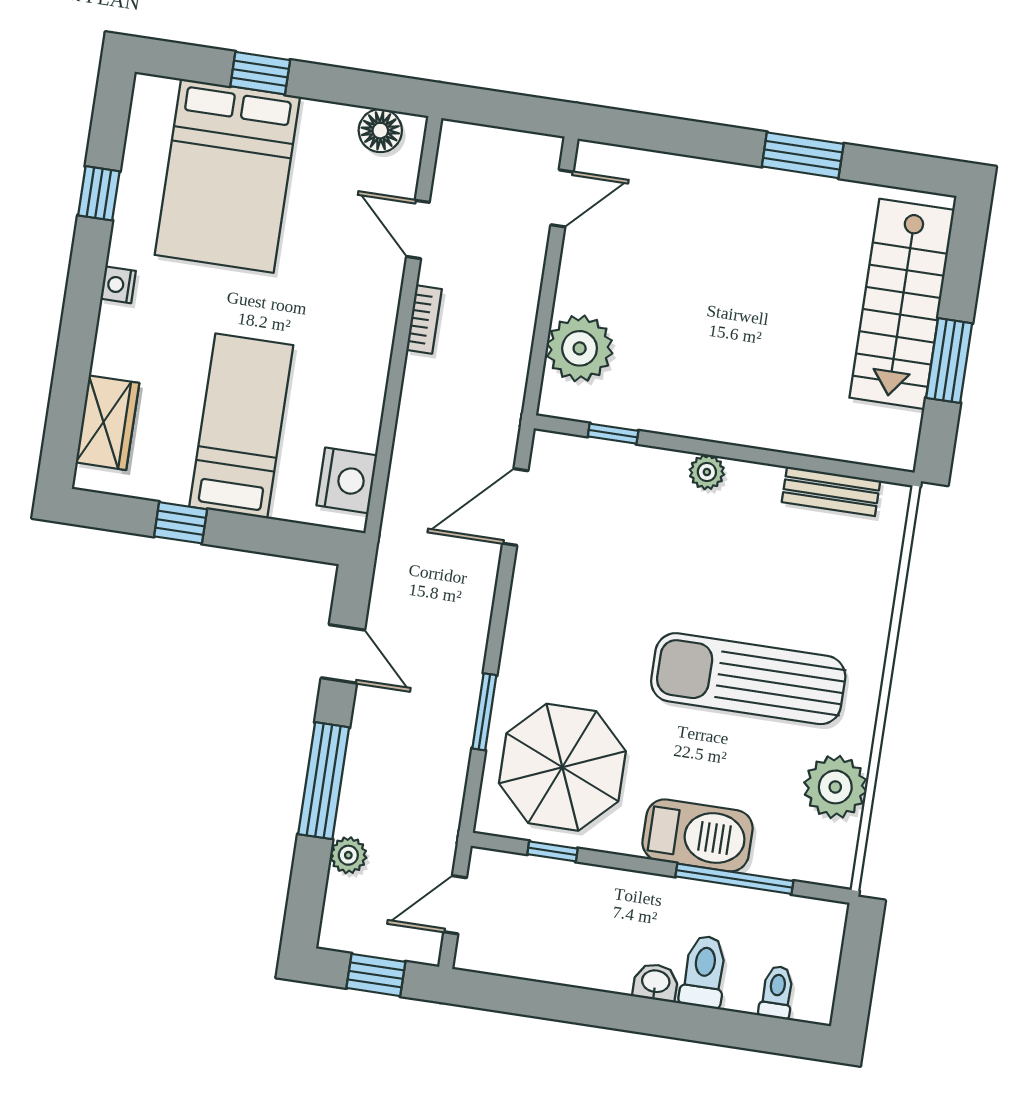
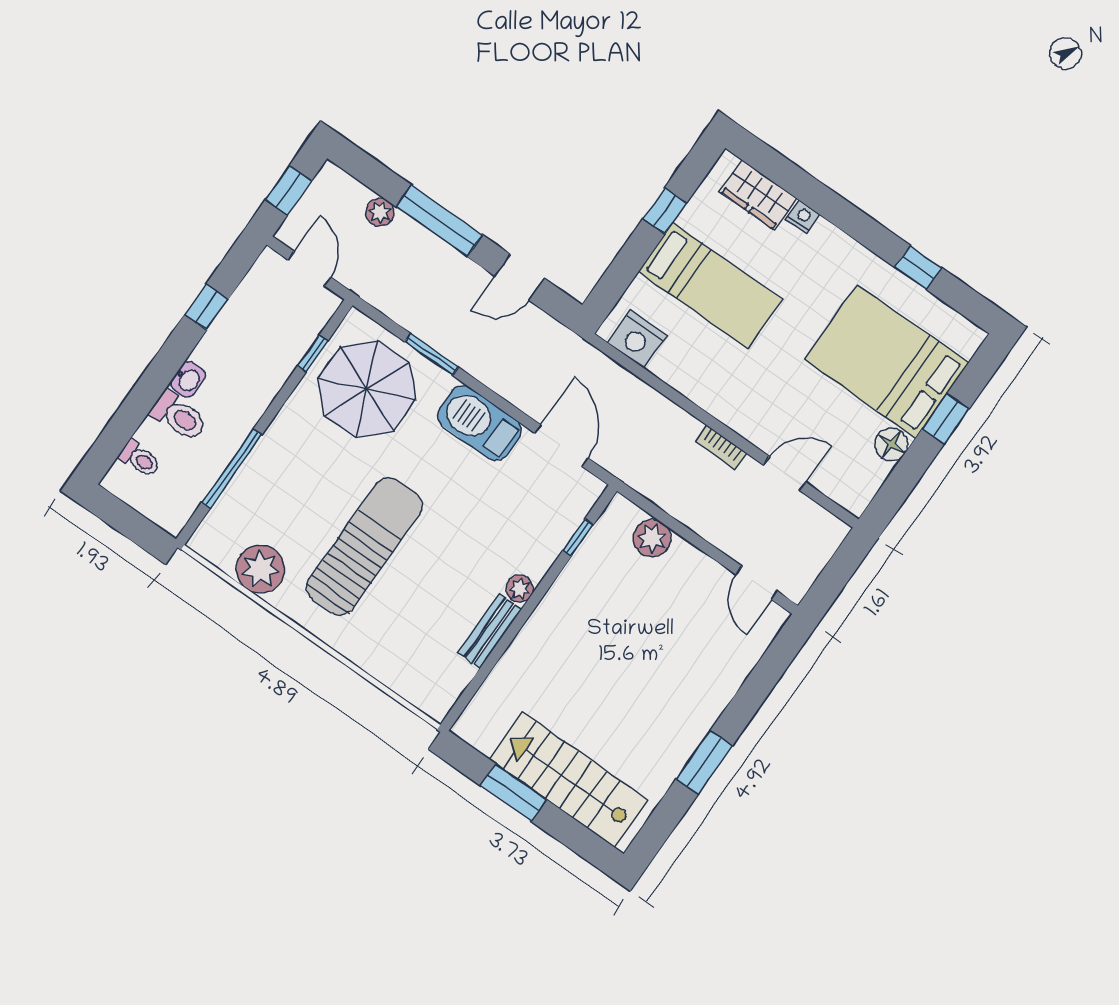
floor lamp: (380, 131) -> (891, 444), moved
nightstand: (118, 285) -> (803, 217), moved
plant: (580, 348) -> (652, 538), width x0.73, depth x0.73
bench: (831, 491) -> (490, 631), moved
barbecue: (698, 835) -> (480, 423), moved, turned 90
window: (560, 1003) -> (206, 307), added

